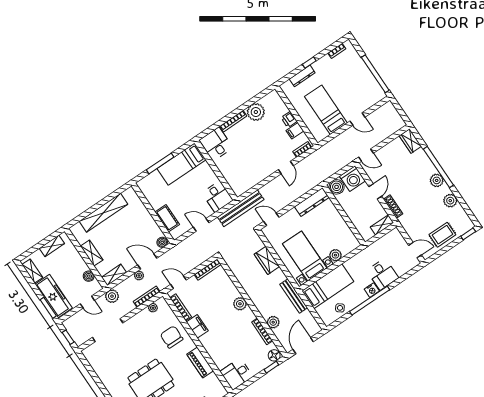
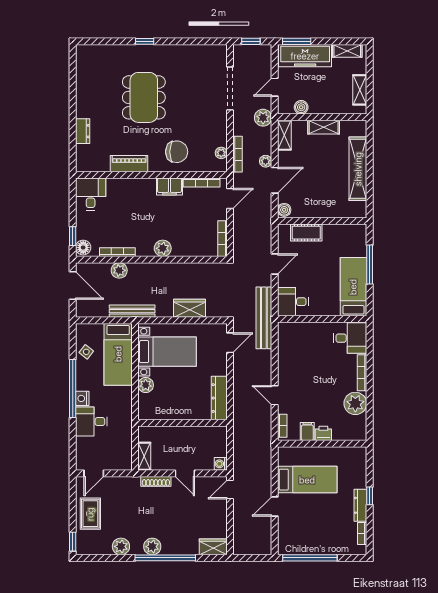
dresser: (302, 76) -> (360, 505), moved
washing machine: (352, 179) -> (221, 464), width x0.53, depth x0.53
boiler: (337, 187) -> (218, 435), removed

